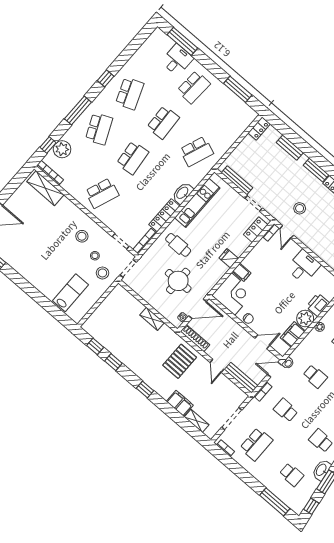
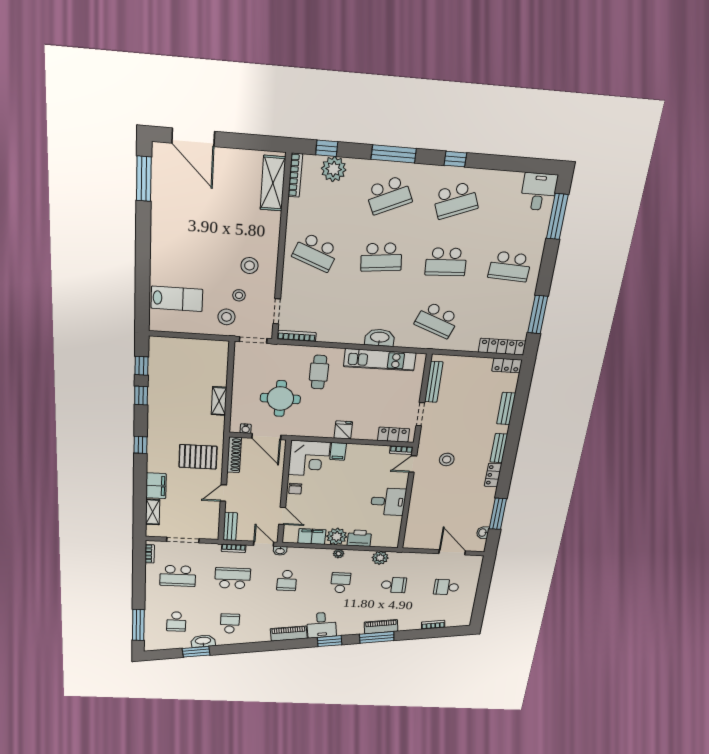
desk: (177, 60) -> (539, 192), moved, turned -90
locker: (164, 215) -> (502, 347), moved
bench: (241, 378) -> (230, 526), width x0.73
school desk: (286, 410) -> (233, 578), width x1.85
window: (311, 506) -> (162, 654), removed

